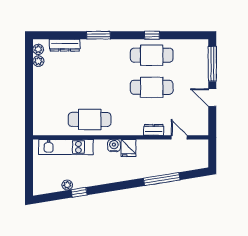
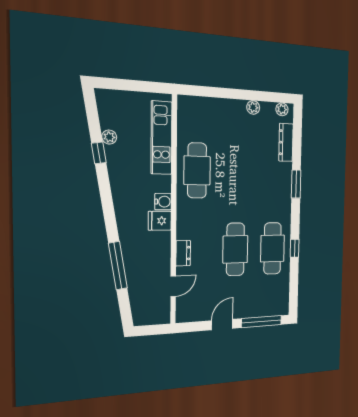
plant: (38, 61) -> (253, 107), moved

